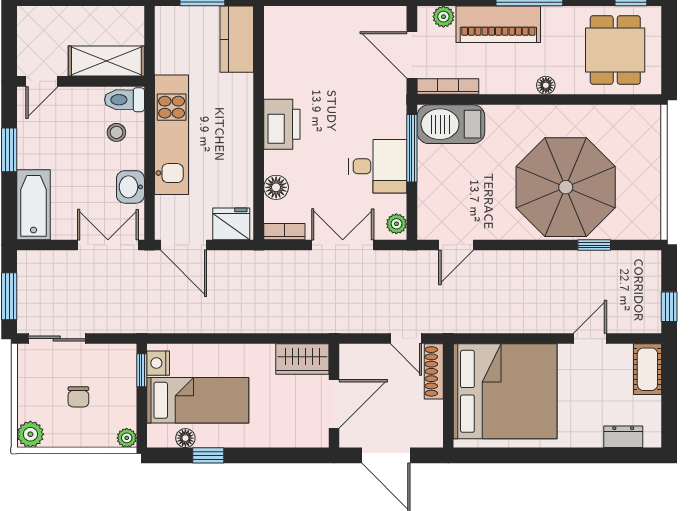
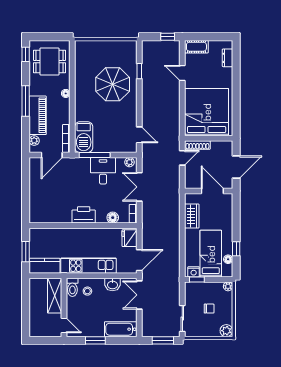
kitchen counter: (237, 39) -> (45, 266), moved, turned 180
parasol: (566, 187) -> (113, 84), width x0.73, depth x0.73
wardrobe: (302, 359) -> (192, 216), moved

